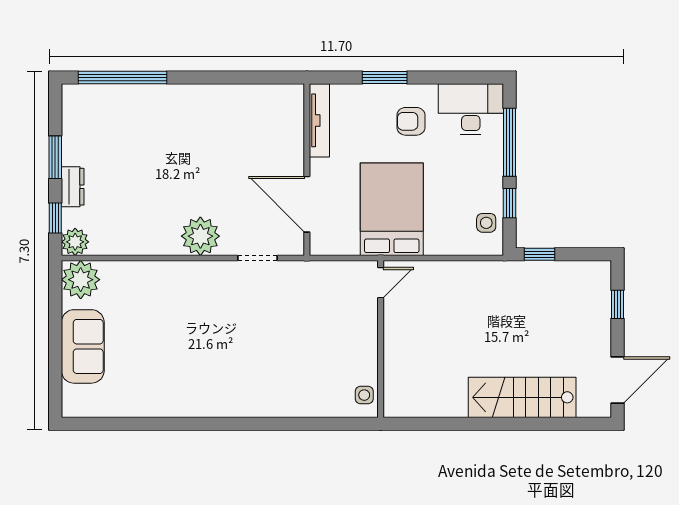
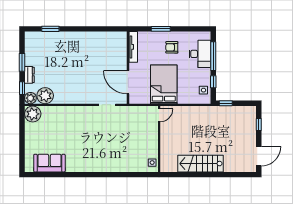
window: (122, 77) -> (50, 29), width x0.47
desk: (471, 109) -> (200, 54), moved, turned 90
plant: (200, 236) -> (45, 96), moved
sofa: (83, 346) -> (49, 163), moved, turned -90
stairs: (522, 397) -> (201, 164), moved

